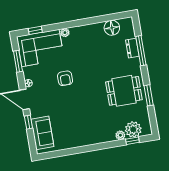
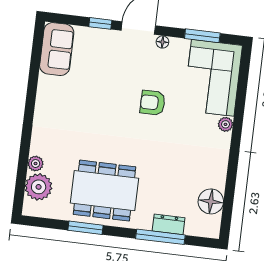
window: (35, 30) -> (243, 78), removed
dining table: (124, 91) -> (105, 191), width x1.37
sofa: (42, 133) -> (57, 49), moved, turned -90
window: (132, 141) -> (21, 180), removed

